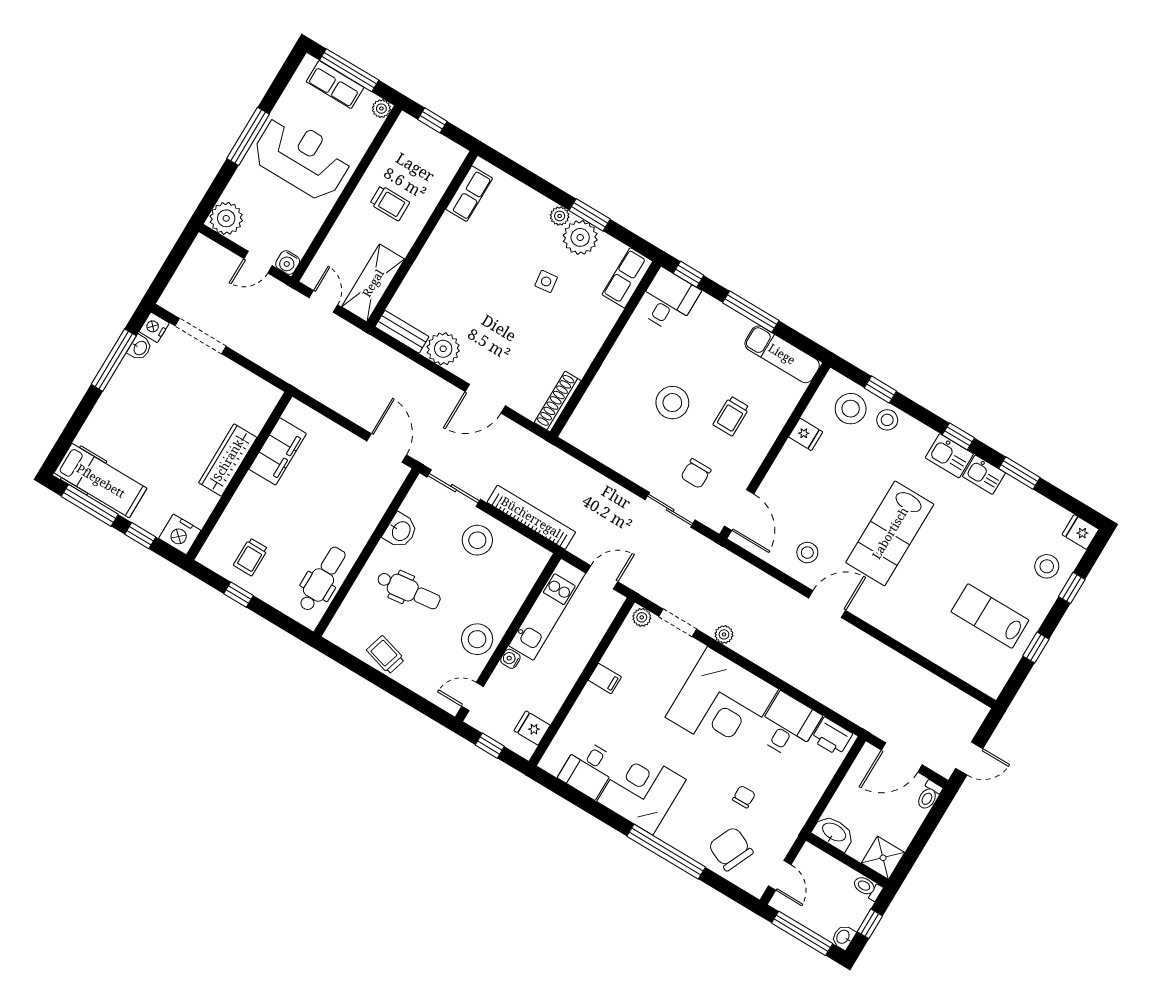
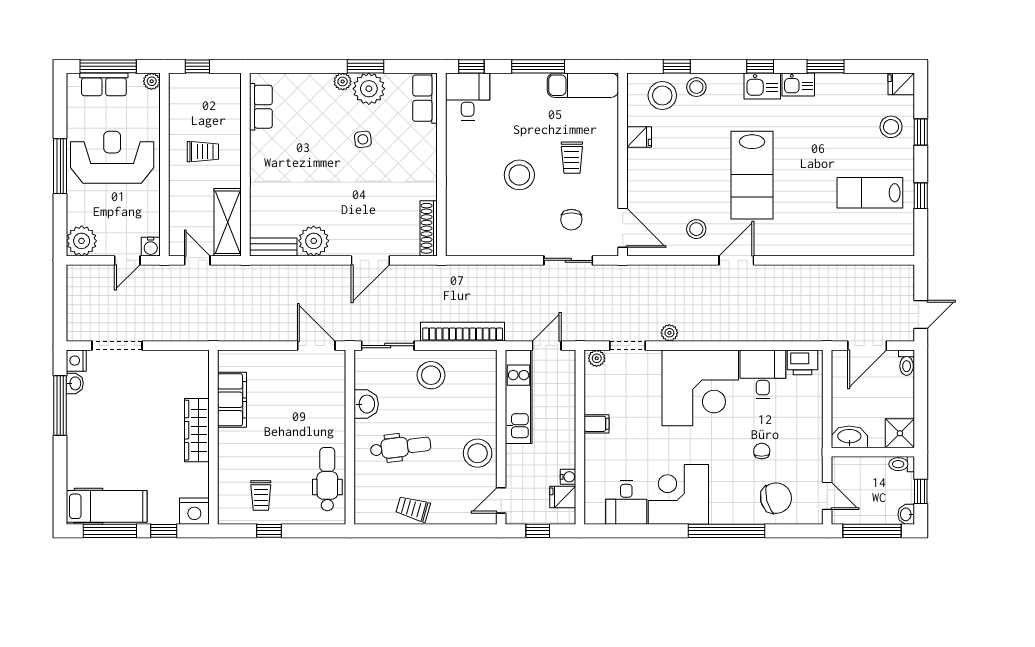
water cooler: (510, 659) -> (568, 477), moved, turned 180
chair: (731, 849) -> (776, 498), turned 141

